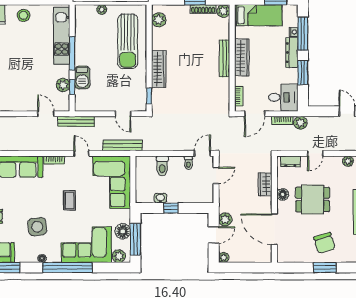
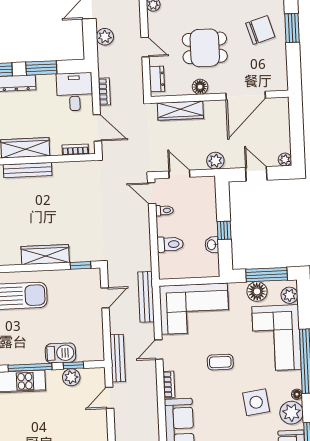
plant: (300, 123) -> (105, 37), moved
wardrobe: (265, 184) -> (180, 111), width x1.50
dining table: (313, 200) -> (205, 48), turned 90
plant: (225, 219) -> (215, 161), moved
plant: (28, 254) -> (291, 413), added

